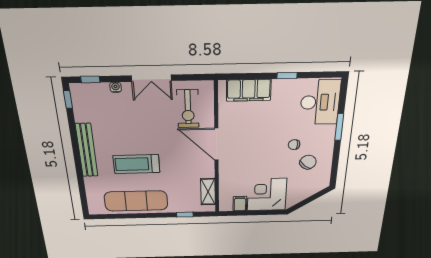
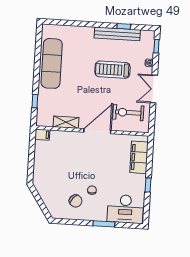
window: (68, 99) -> (124, 26), moved
bench: (87, 150) -> (117, 34), moved
treadmill: (136, 164) -> (112, 70), moved, turned -90
shelving: (208, 192) -> (66, 122), moved
corner desk: (267, 195) -> (48, 168), removed
filing cabinet: (240, 204) -> (42, 135), moved

